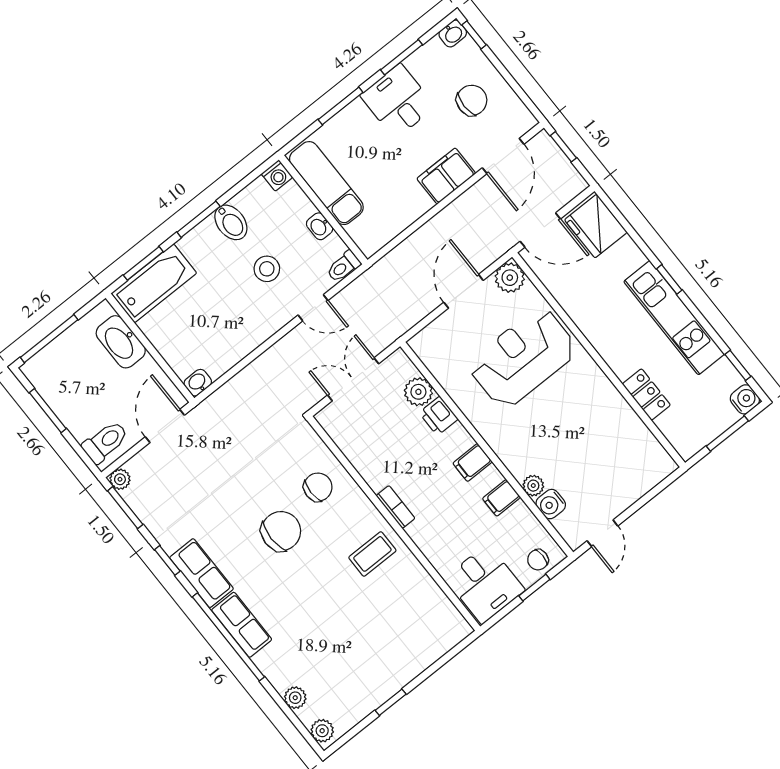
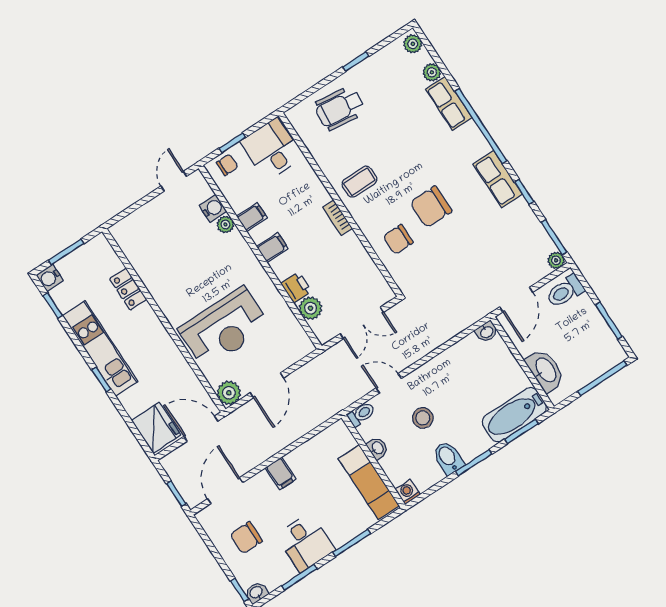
filing cabinet: (446, 176) -> (281, 473), width x0.50
row of seats: (242, 625) -> (449, 103), moved
wheelchair: (405, 643) -> (340, 108), added

